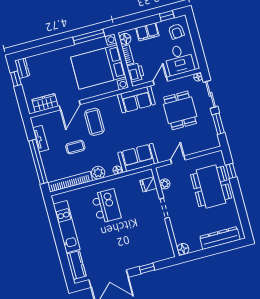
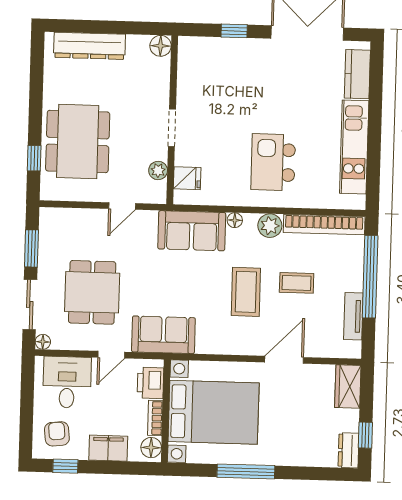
window: (89, 37) -> (246, 471), moved
wardrobe: (45, 103) -> (348, 386), moved, turned 90
coffee table: (94, 122) -> (246, 292), moved

